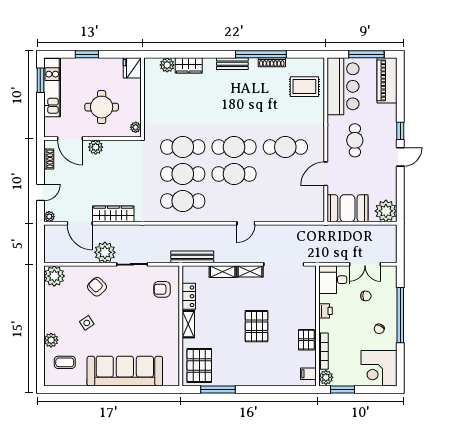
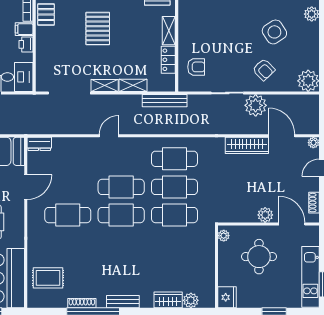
dresser: (313, 215) -> (39, 144), added
side table: (87, 323) -> (274, 32), width x1.87, depth x1.87
filing cabinet: (327, 326) -> (24, 29), added

